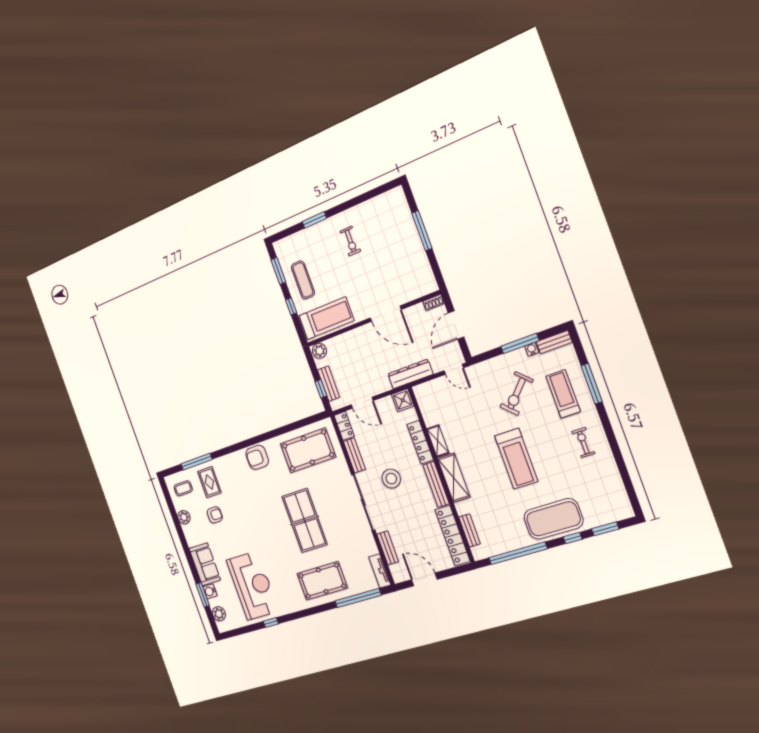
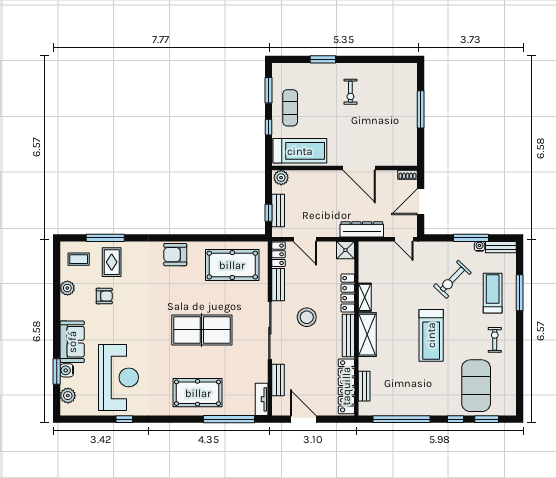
exercise mat: (553, 519) -> (476, 386), moved, turned 90
table tennis table: (305, 520) -> (202, 330), turned 90

